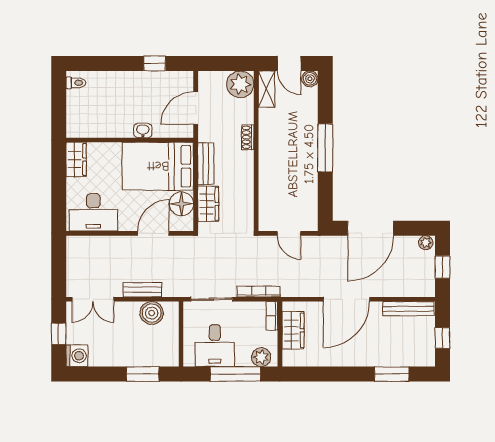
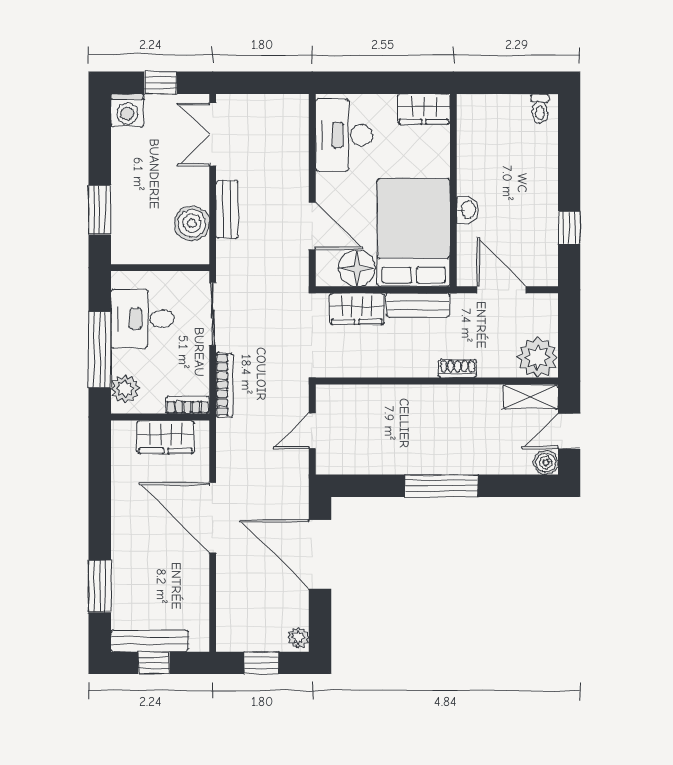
bench: (408, 309) -> (149, 641), moved, turned 90

